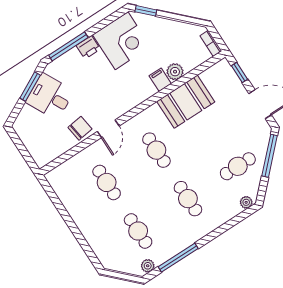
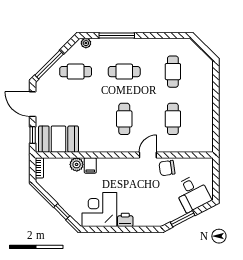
window: (146, 11) -> (62, 212), moved
window: (68, 46) -> (138, 229), removed
desk: (50, 97) -> (192, 193), moved
booth: (186, 102) -> (58, 139), moved
cafe table: (188, 199) -> (124, 72), turned 90
window: (178, 258) -> (117, 35), moved
plant: (148, 266) -> (182, 43), removed

